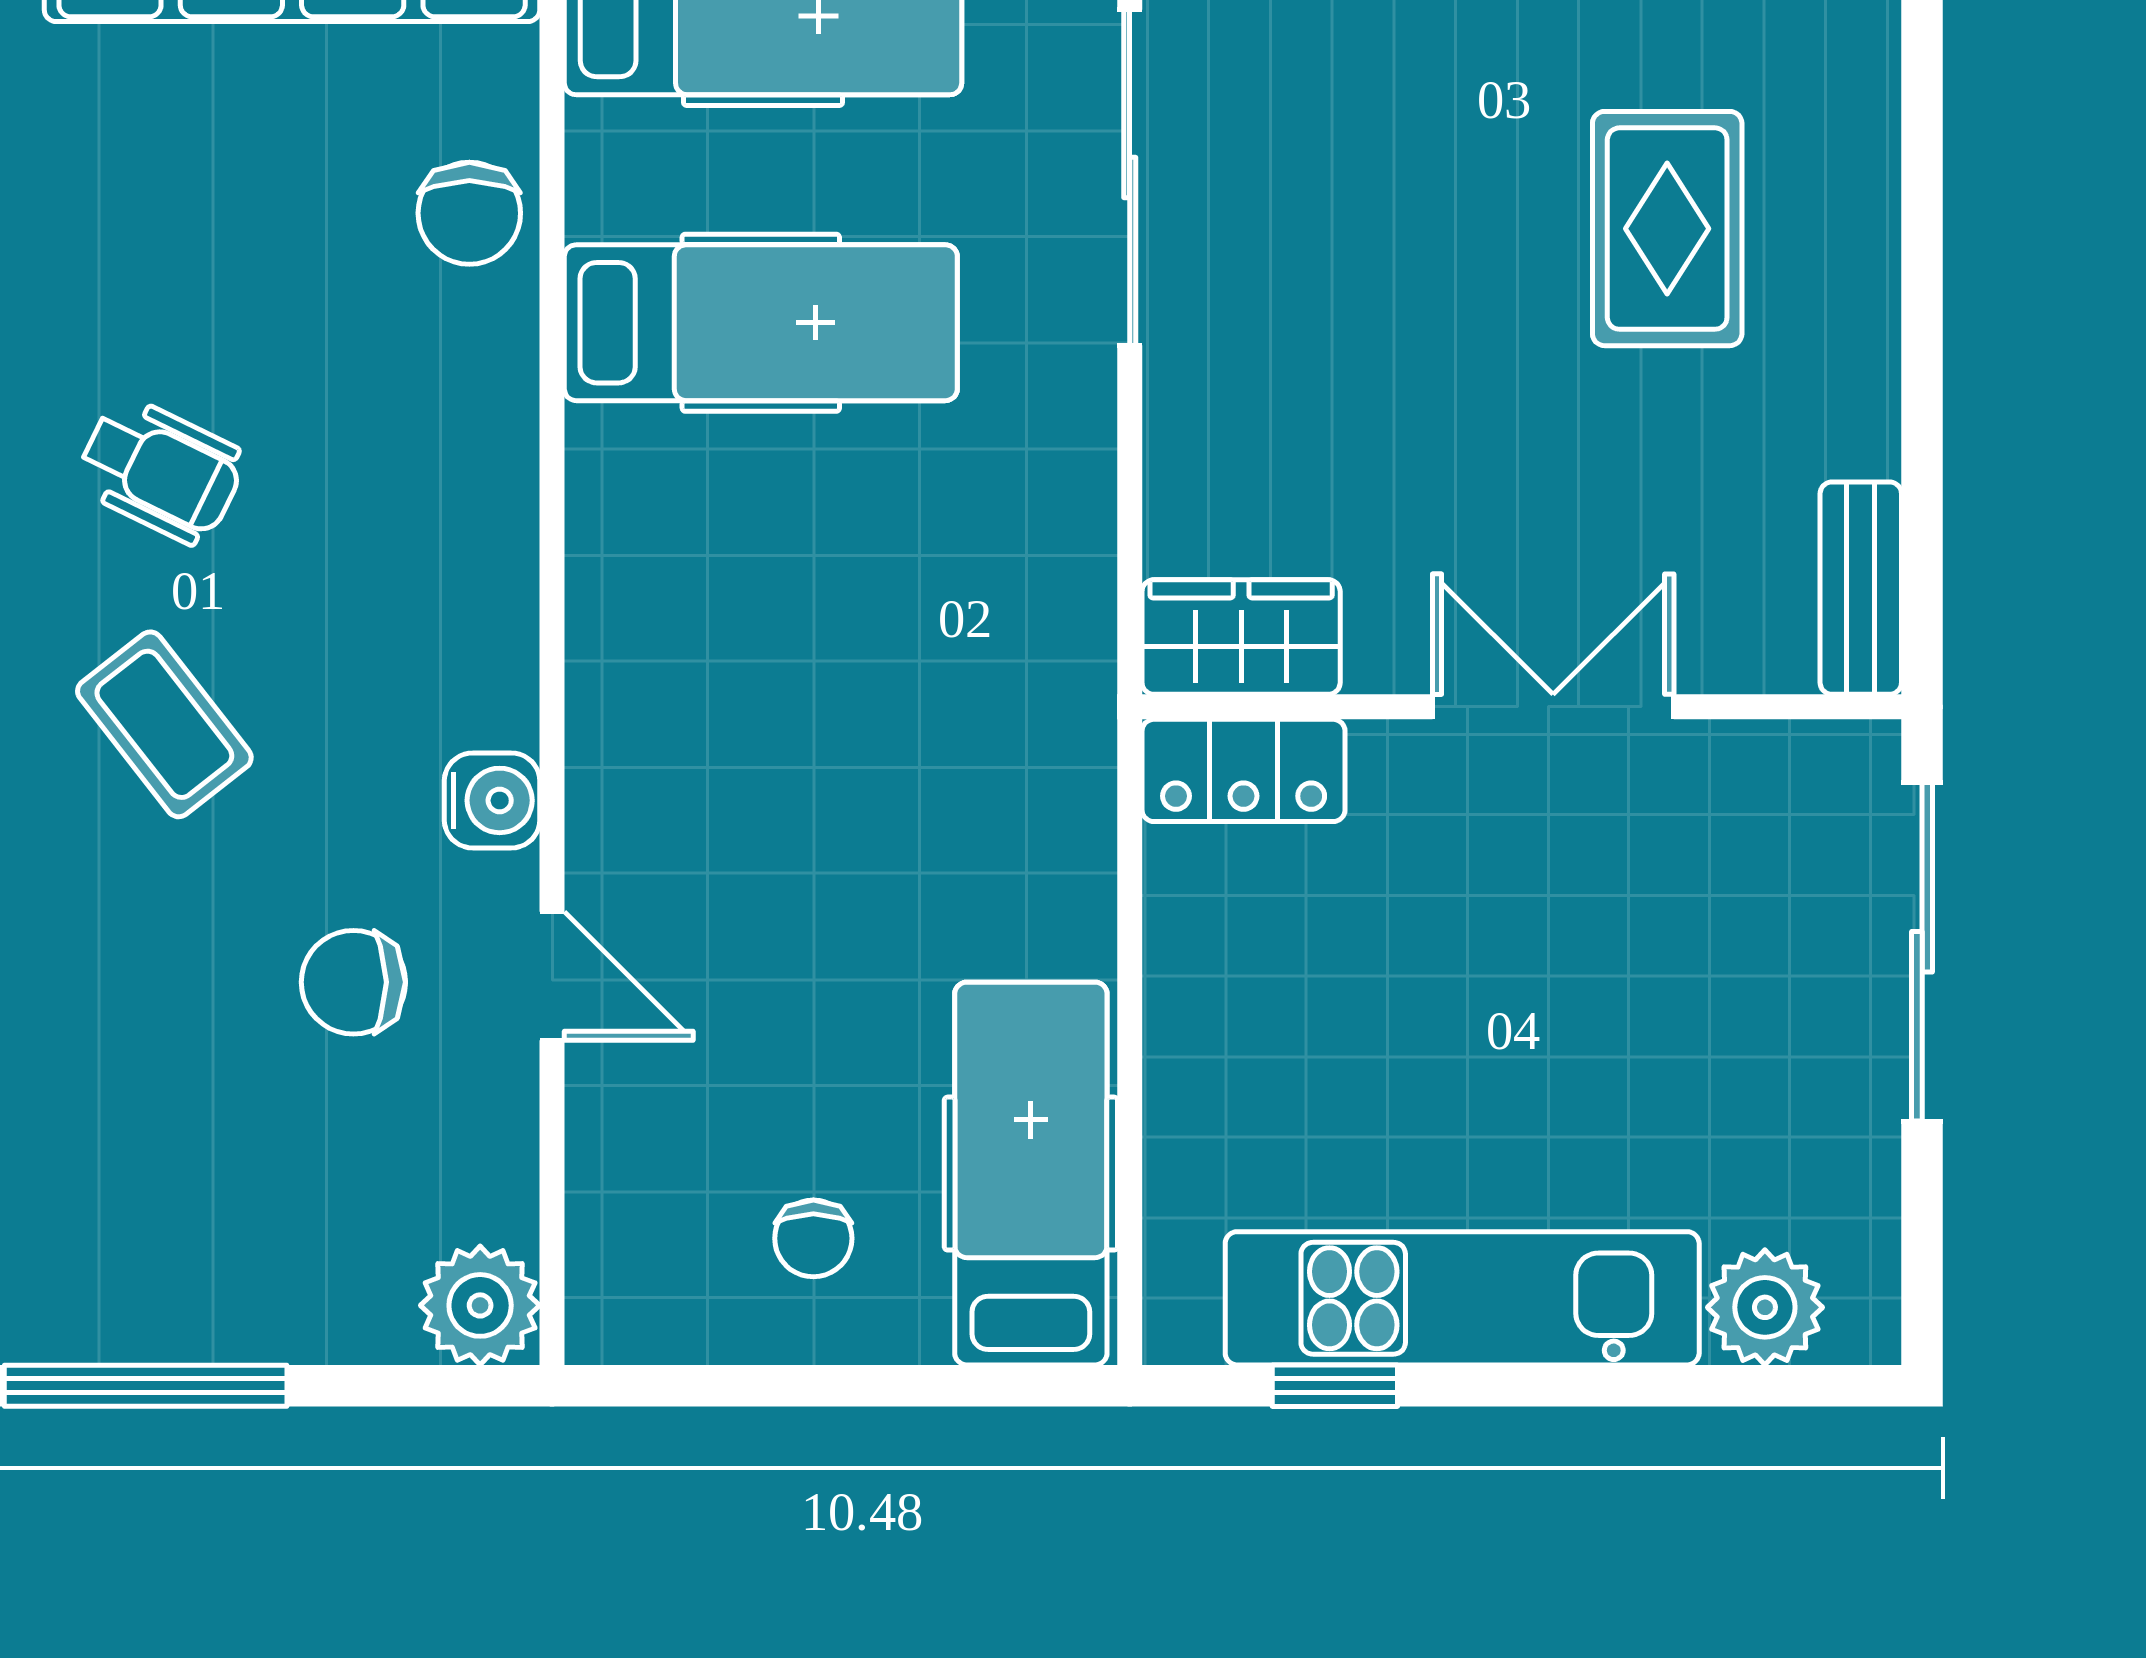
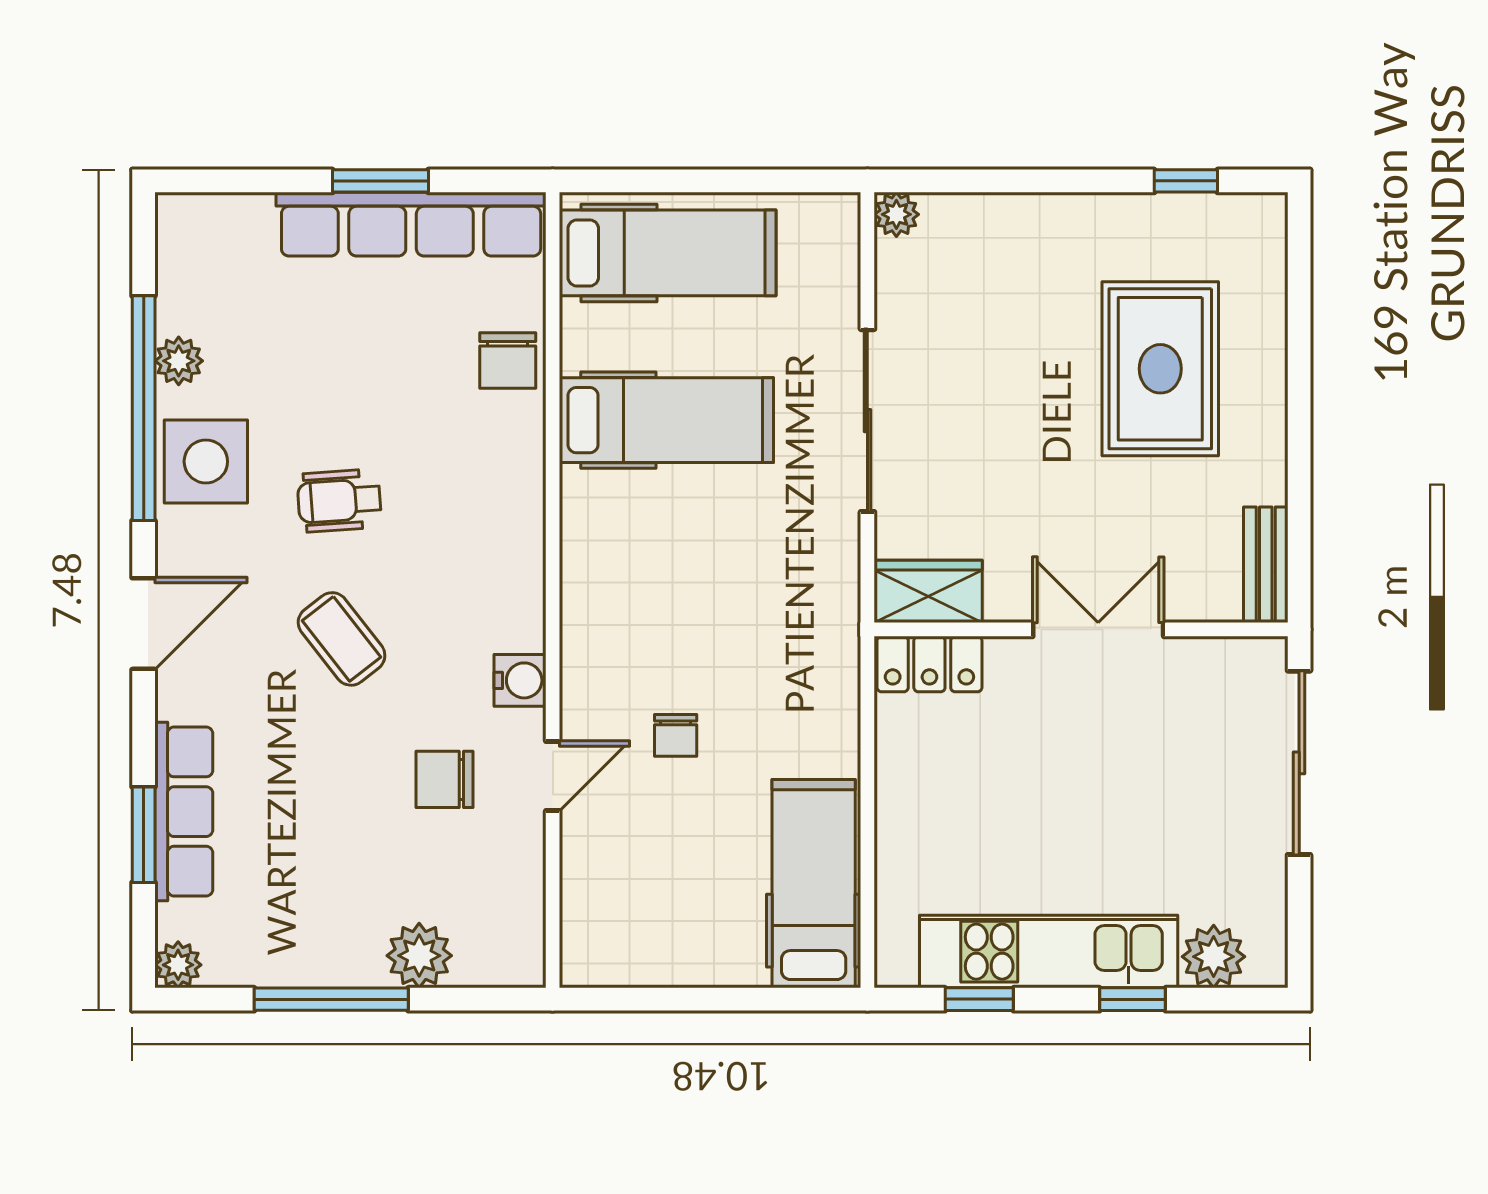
sliding door: (1130, 177) -> (867, 421), moved
rug: (1667, 229) -> (1160, 369), width x1.36, depth x1.43
wheelchair: (160, 471) -> (339, 501), turned 150
door: (552, 976) -> (553, 776), hinge flipped
chair: (813, 1238) -> (676, 735), moved
plant: (480, 1305) -> (419, 956), moved
window: (1616, 1386) -> (1132, 999), added

